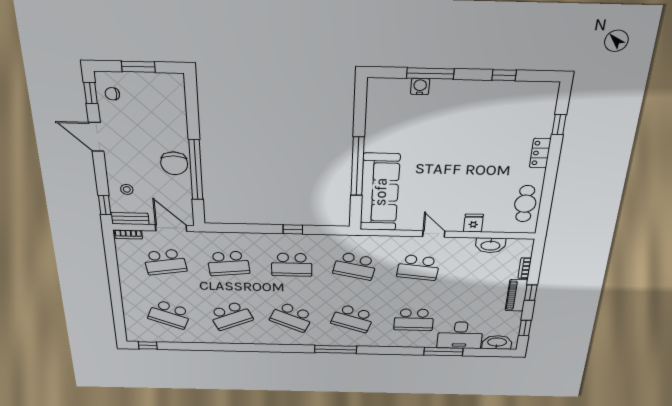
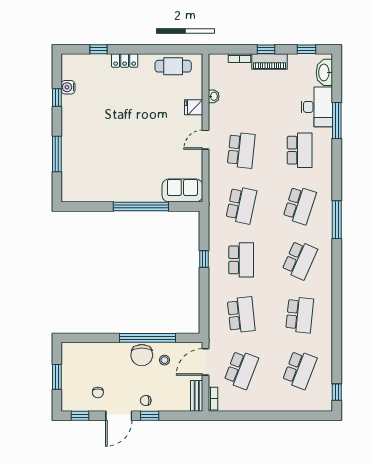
water cooler: (420, 87) -> (68, 87), moved
chair: (112, 94) -> (98, 392), moved
chair: (174, 163) -> (142, 355), turned 90
chair: (119, 166) -> (146, 401), added
stool: (127, 189) -> (165, 360), moved
sofa: (380, 192) -> (182, 191), width x0.54, depth x0.79
window: (105, 205) -> (150, 416), moved
washbasin: (490, 245) -> (214, 96), width x0.52, depth x0.69
school desk: (165, 262) -> (241, 370), turned 30
school desk: (231, 316) -> (300, 315), turned 30

